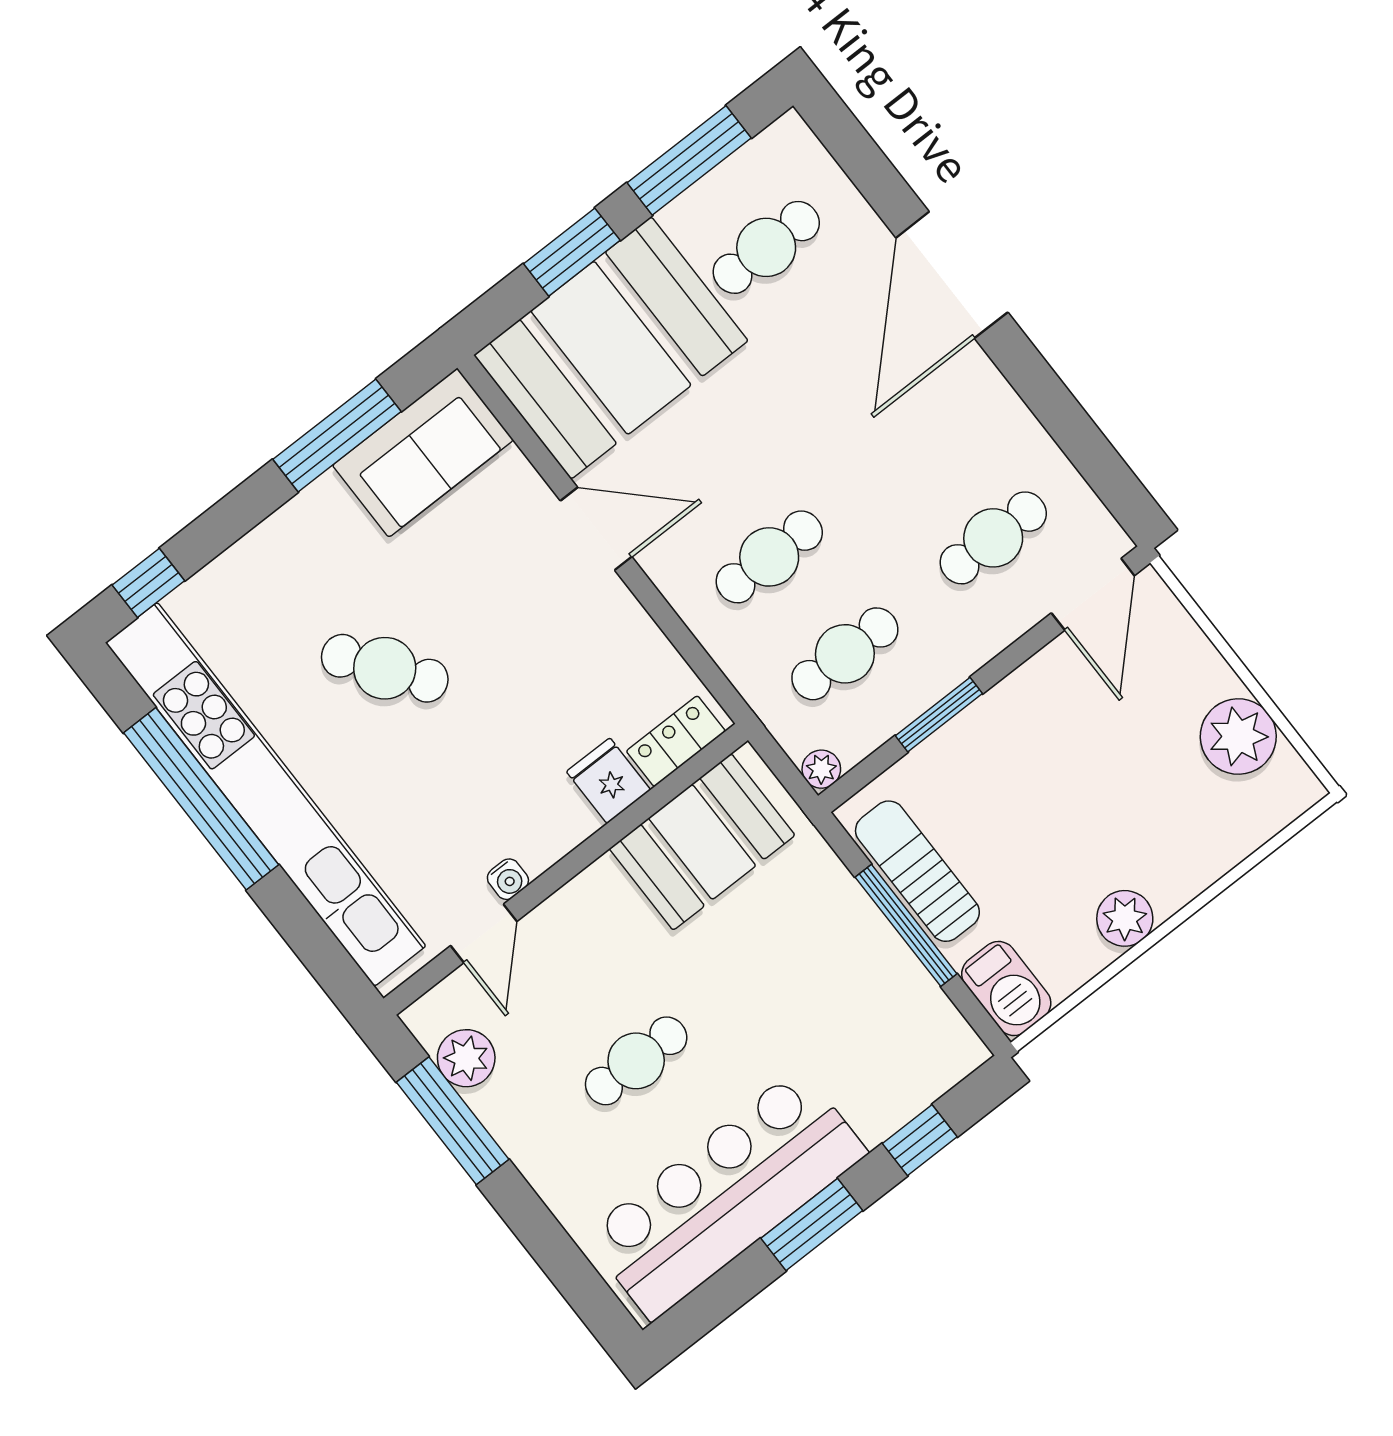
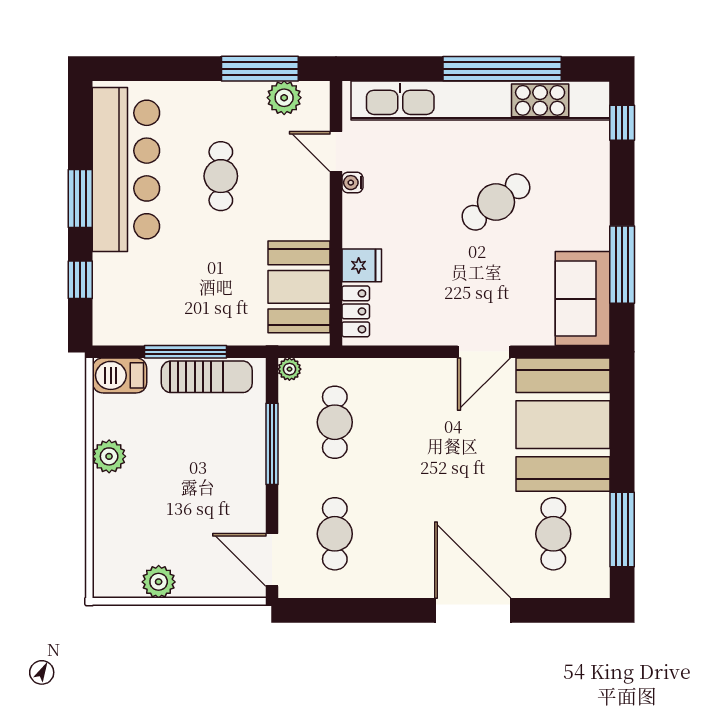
window: (572, 252) -> (622, 441), removed
cafe table: (769, 557) -> (408, 422), removed
window: (939, 715) -> (272, 444), width x1.44
plant: (1238, 736) -> (159, 582), width x0.73, depth x0.73

